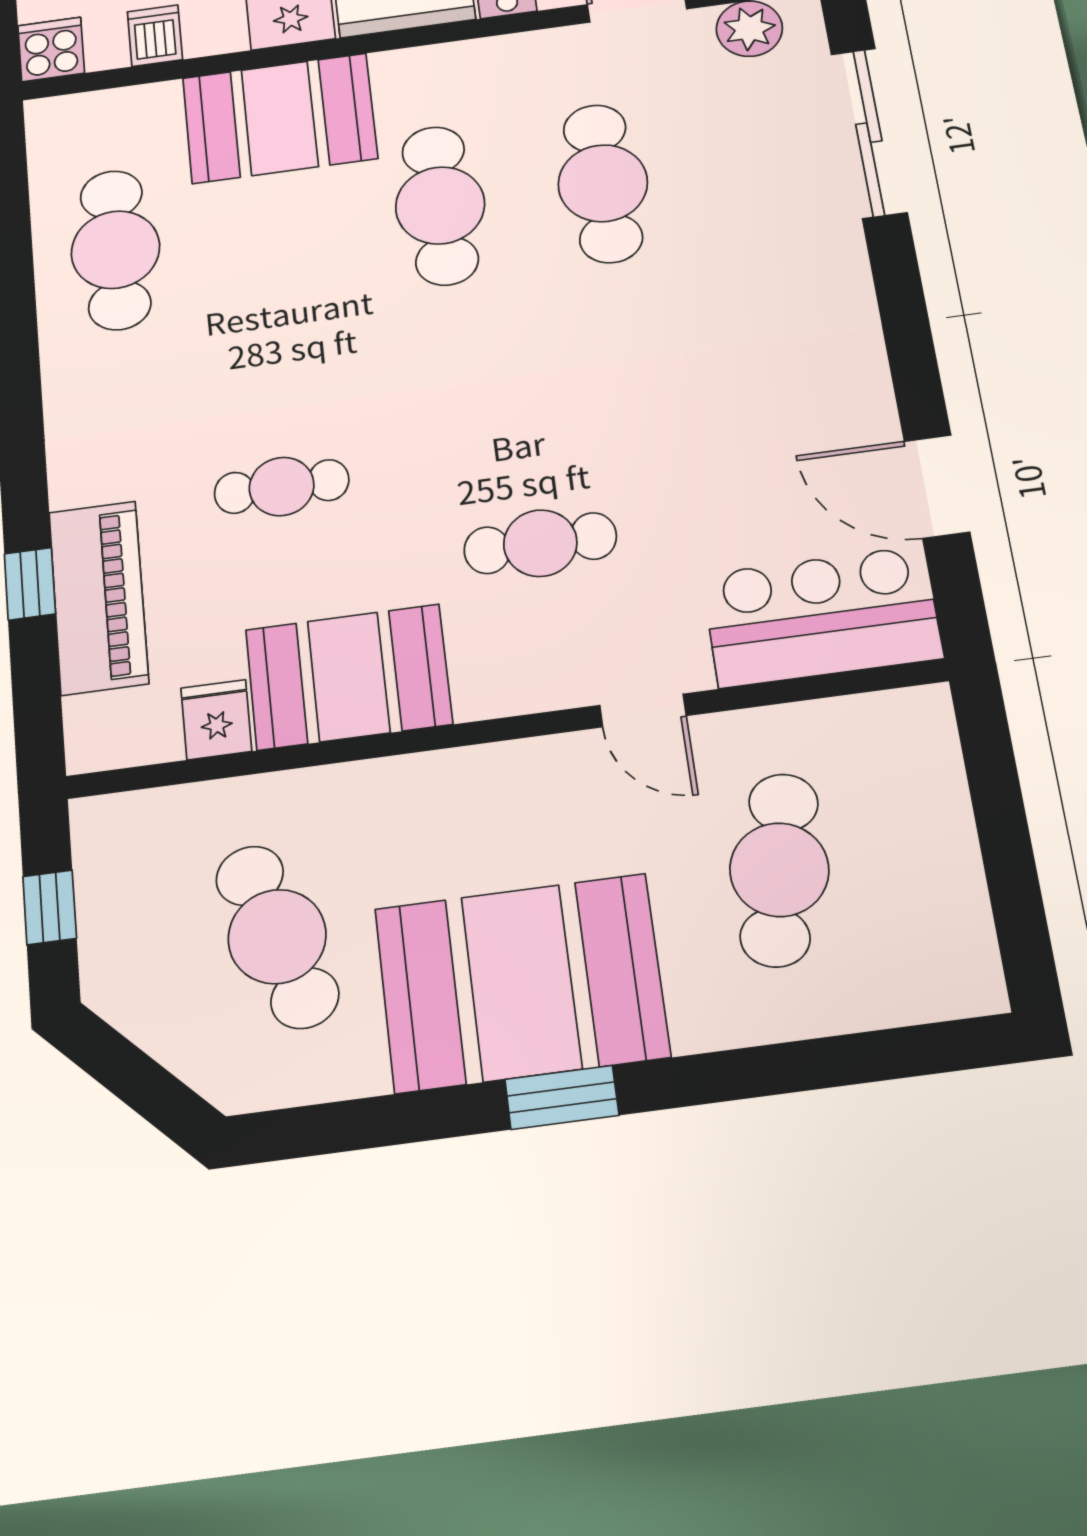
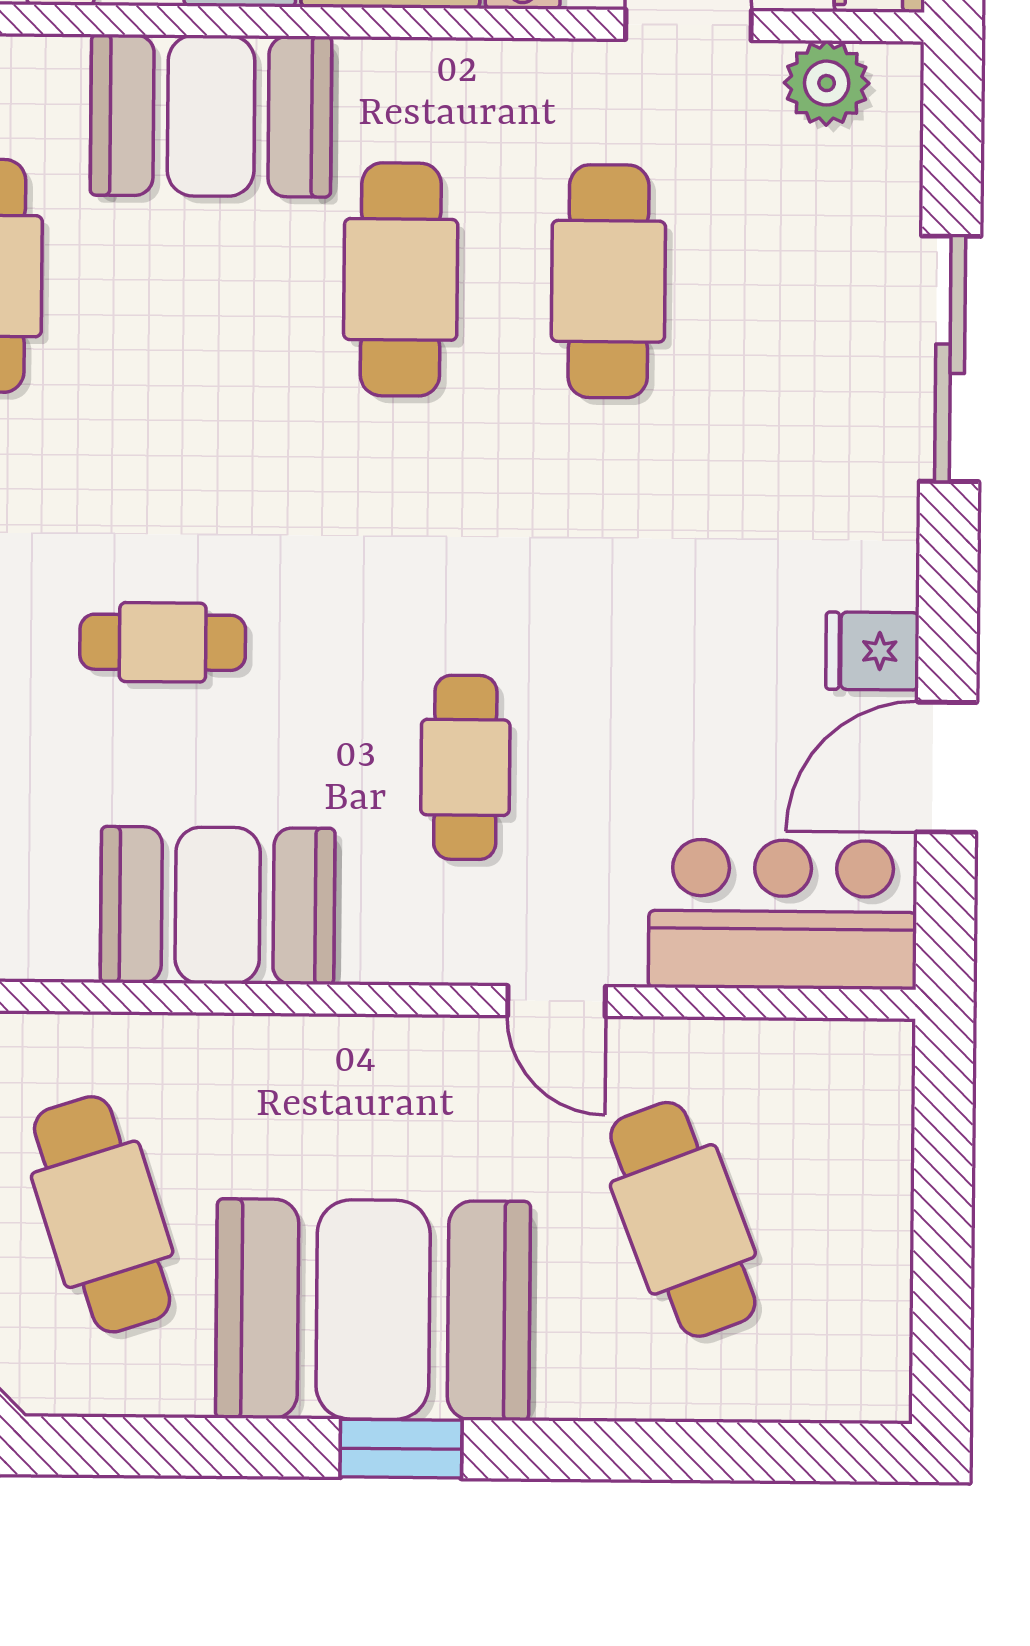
sliding door: (869, 133) -> (950, 359), moved
door: (937, 486) -> (947, 767), hinge flipped
cafe table: (540, 543) -> (465, 767), turned 90
fridge: (216, 720) -> (872, 651), moved, turned -90
cafe table: (779, 870) -> (683, 1219), turned -33

